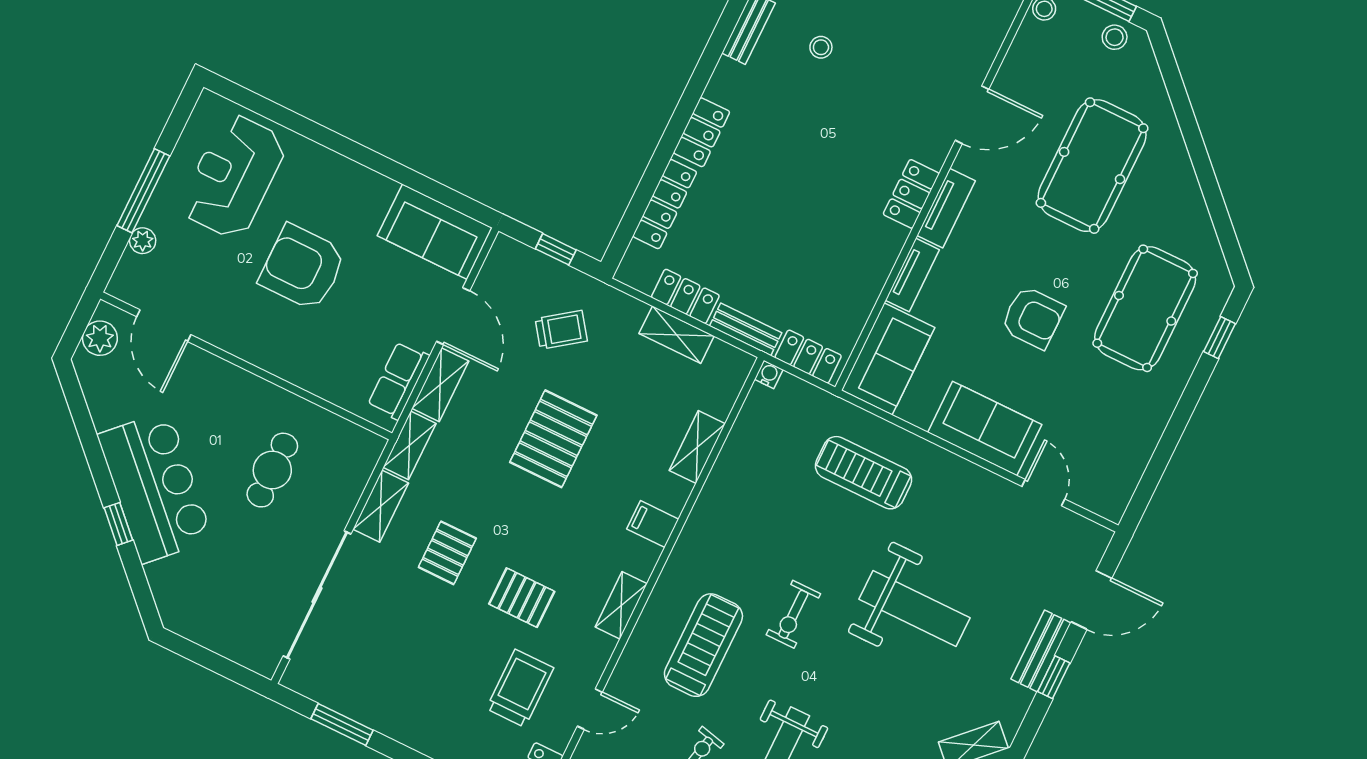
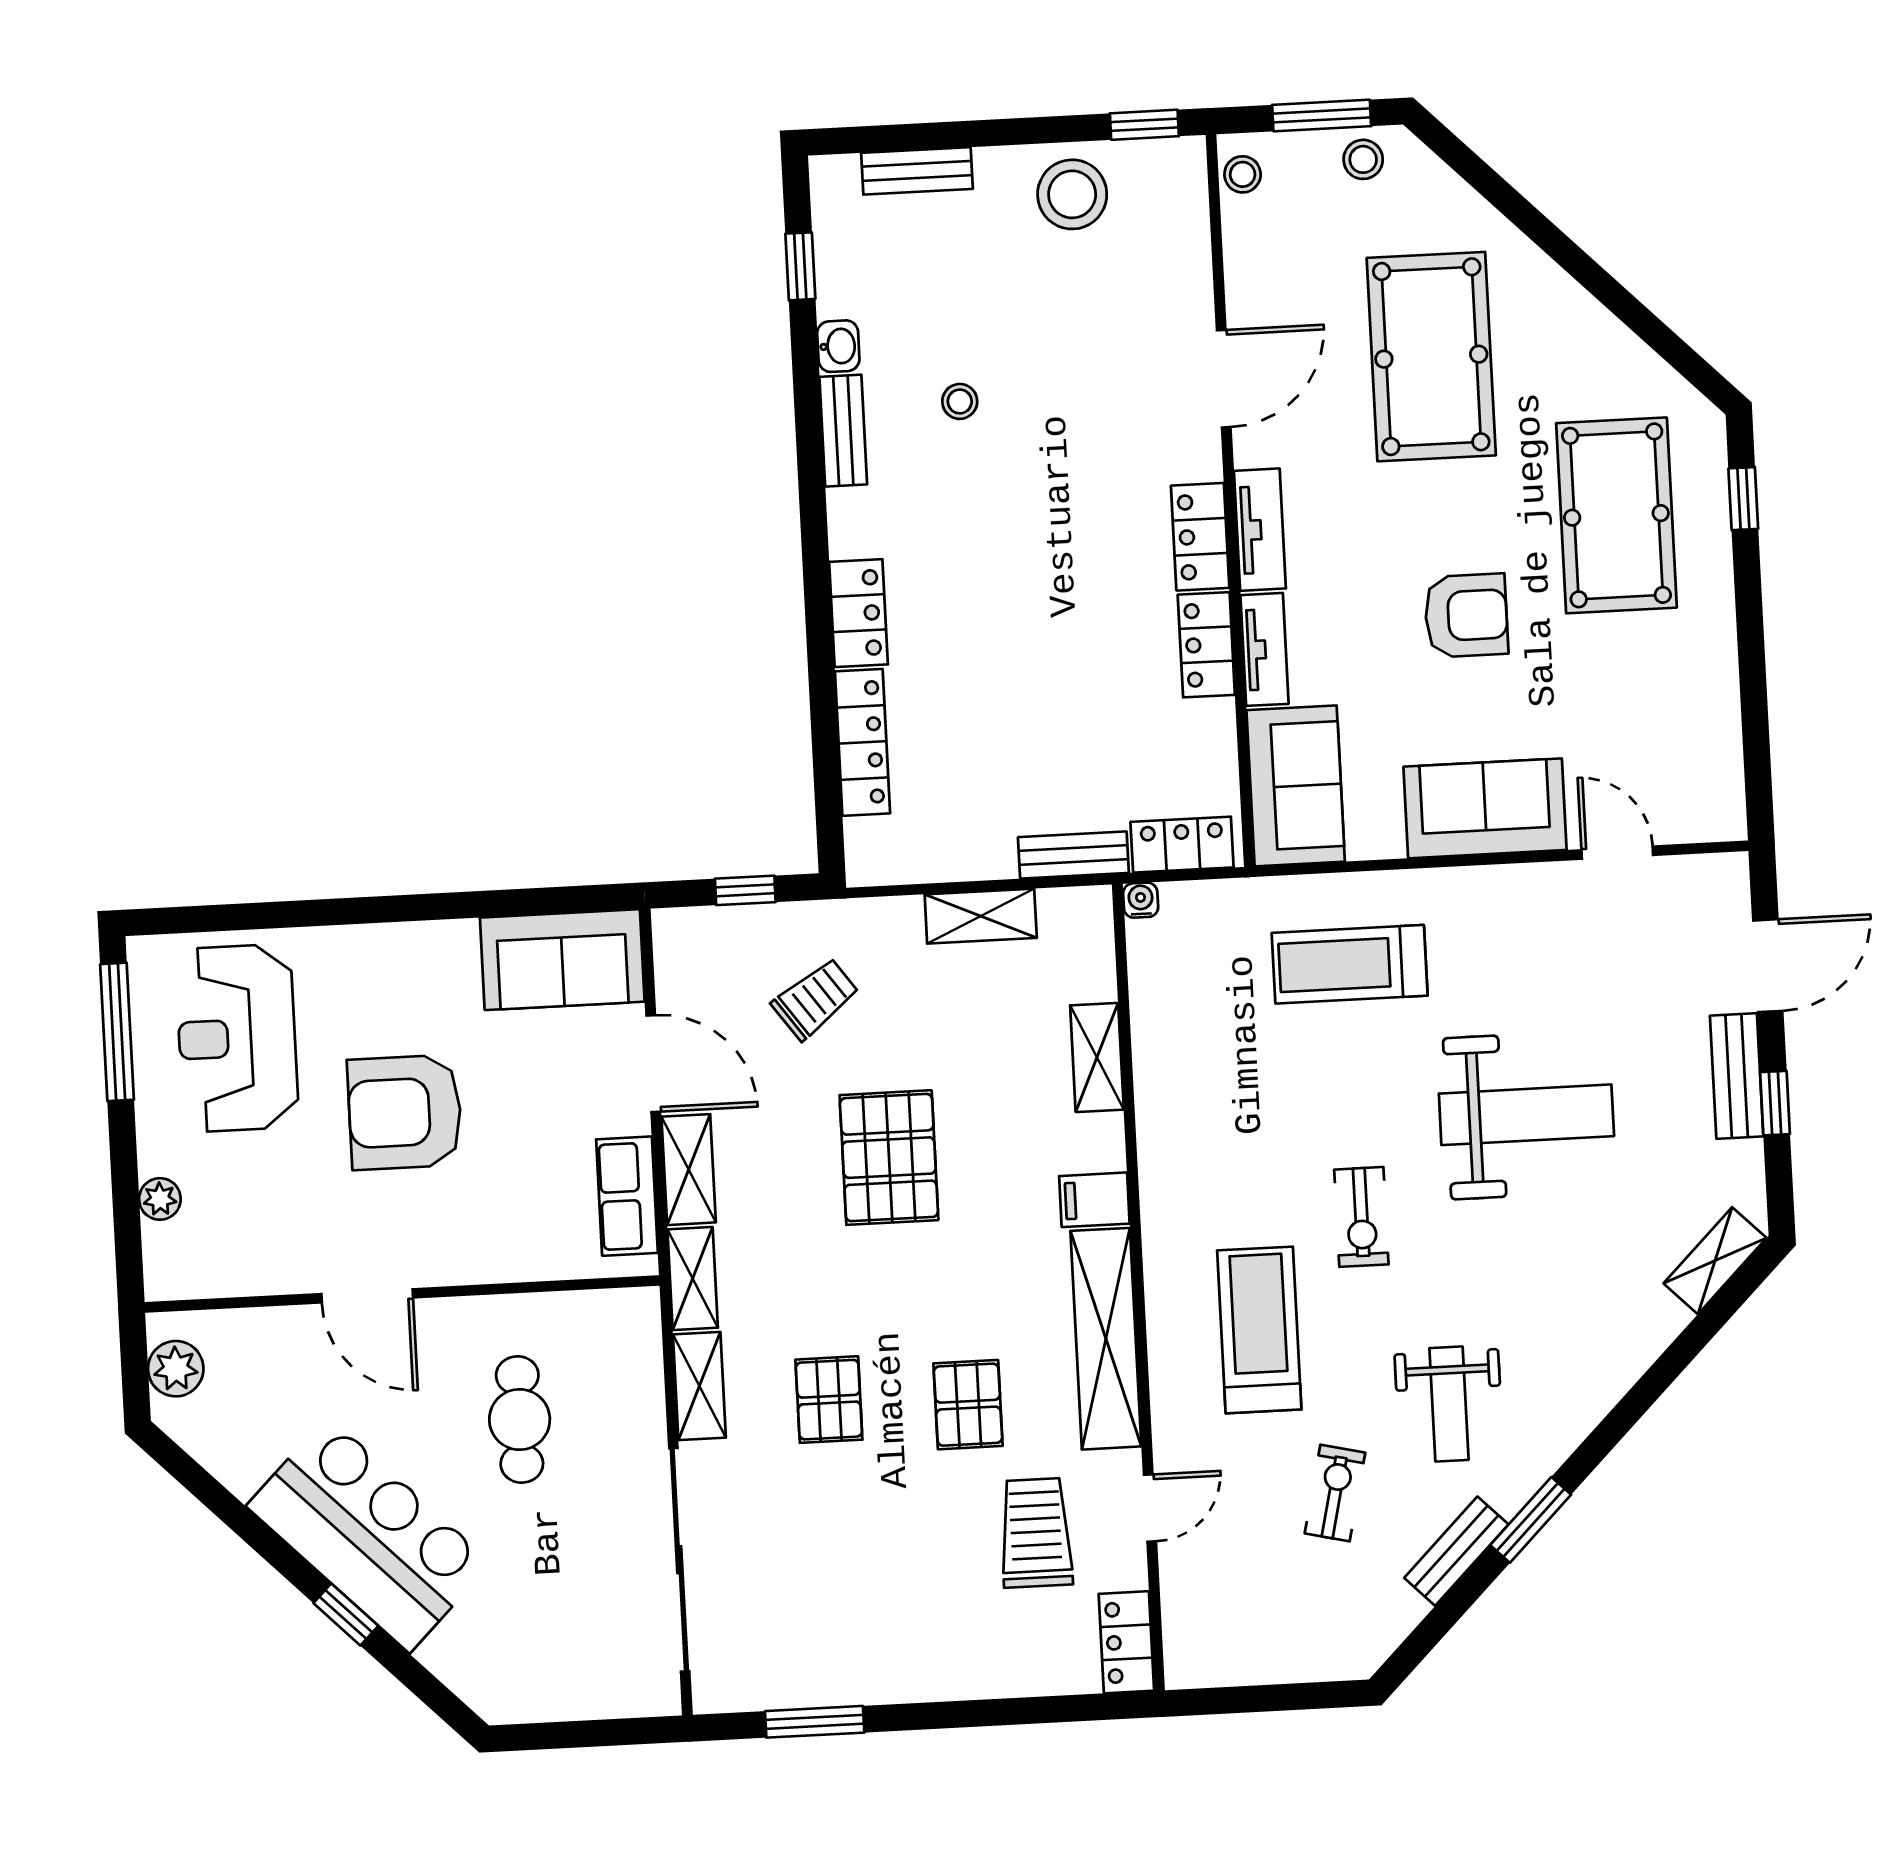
window: (143, 191) -> (117, 1032), moved
locker: (685, 296) -> (1206, 645), moved, turned -90
door: (164, 326) -> (367, 1296), moved
pallet: (522, 598) -> (968, 1405), turned 90
shelving: (621, 605) -> (1106, 1339), width x2.20, depth x1.33

